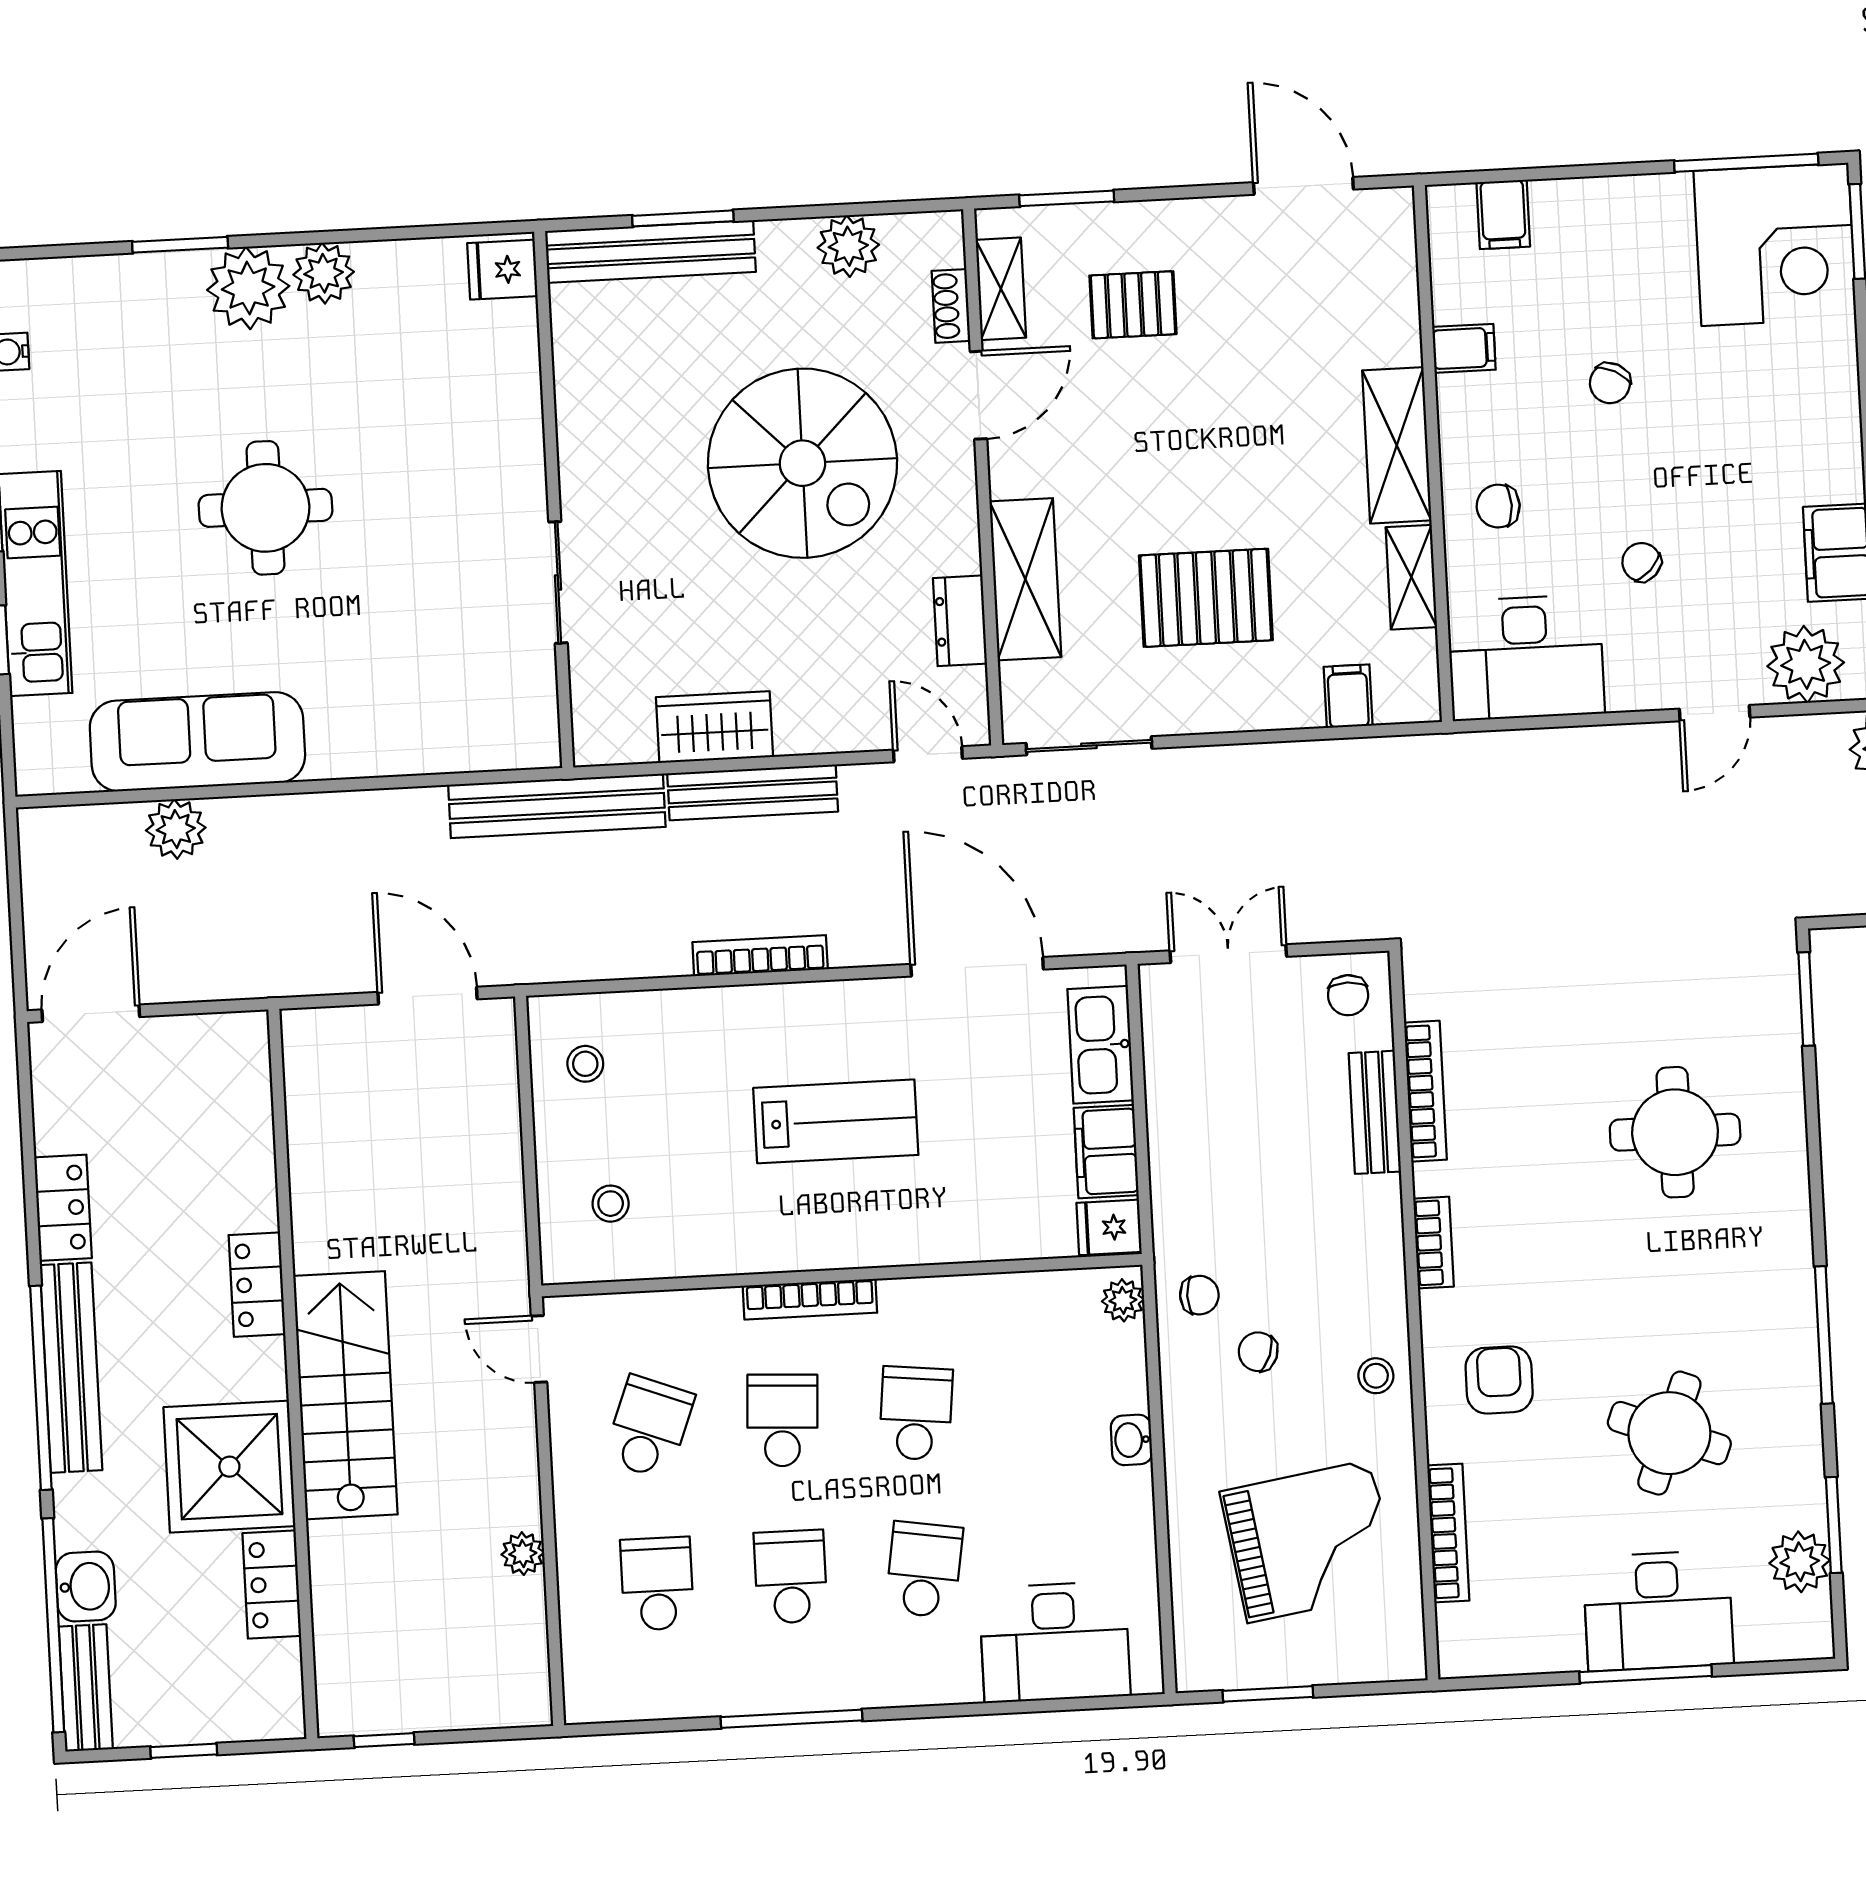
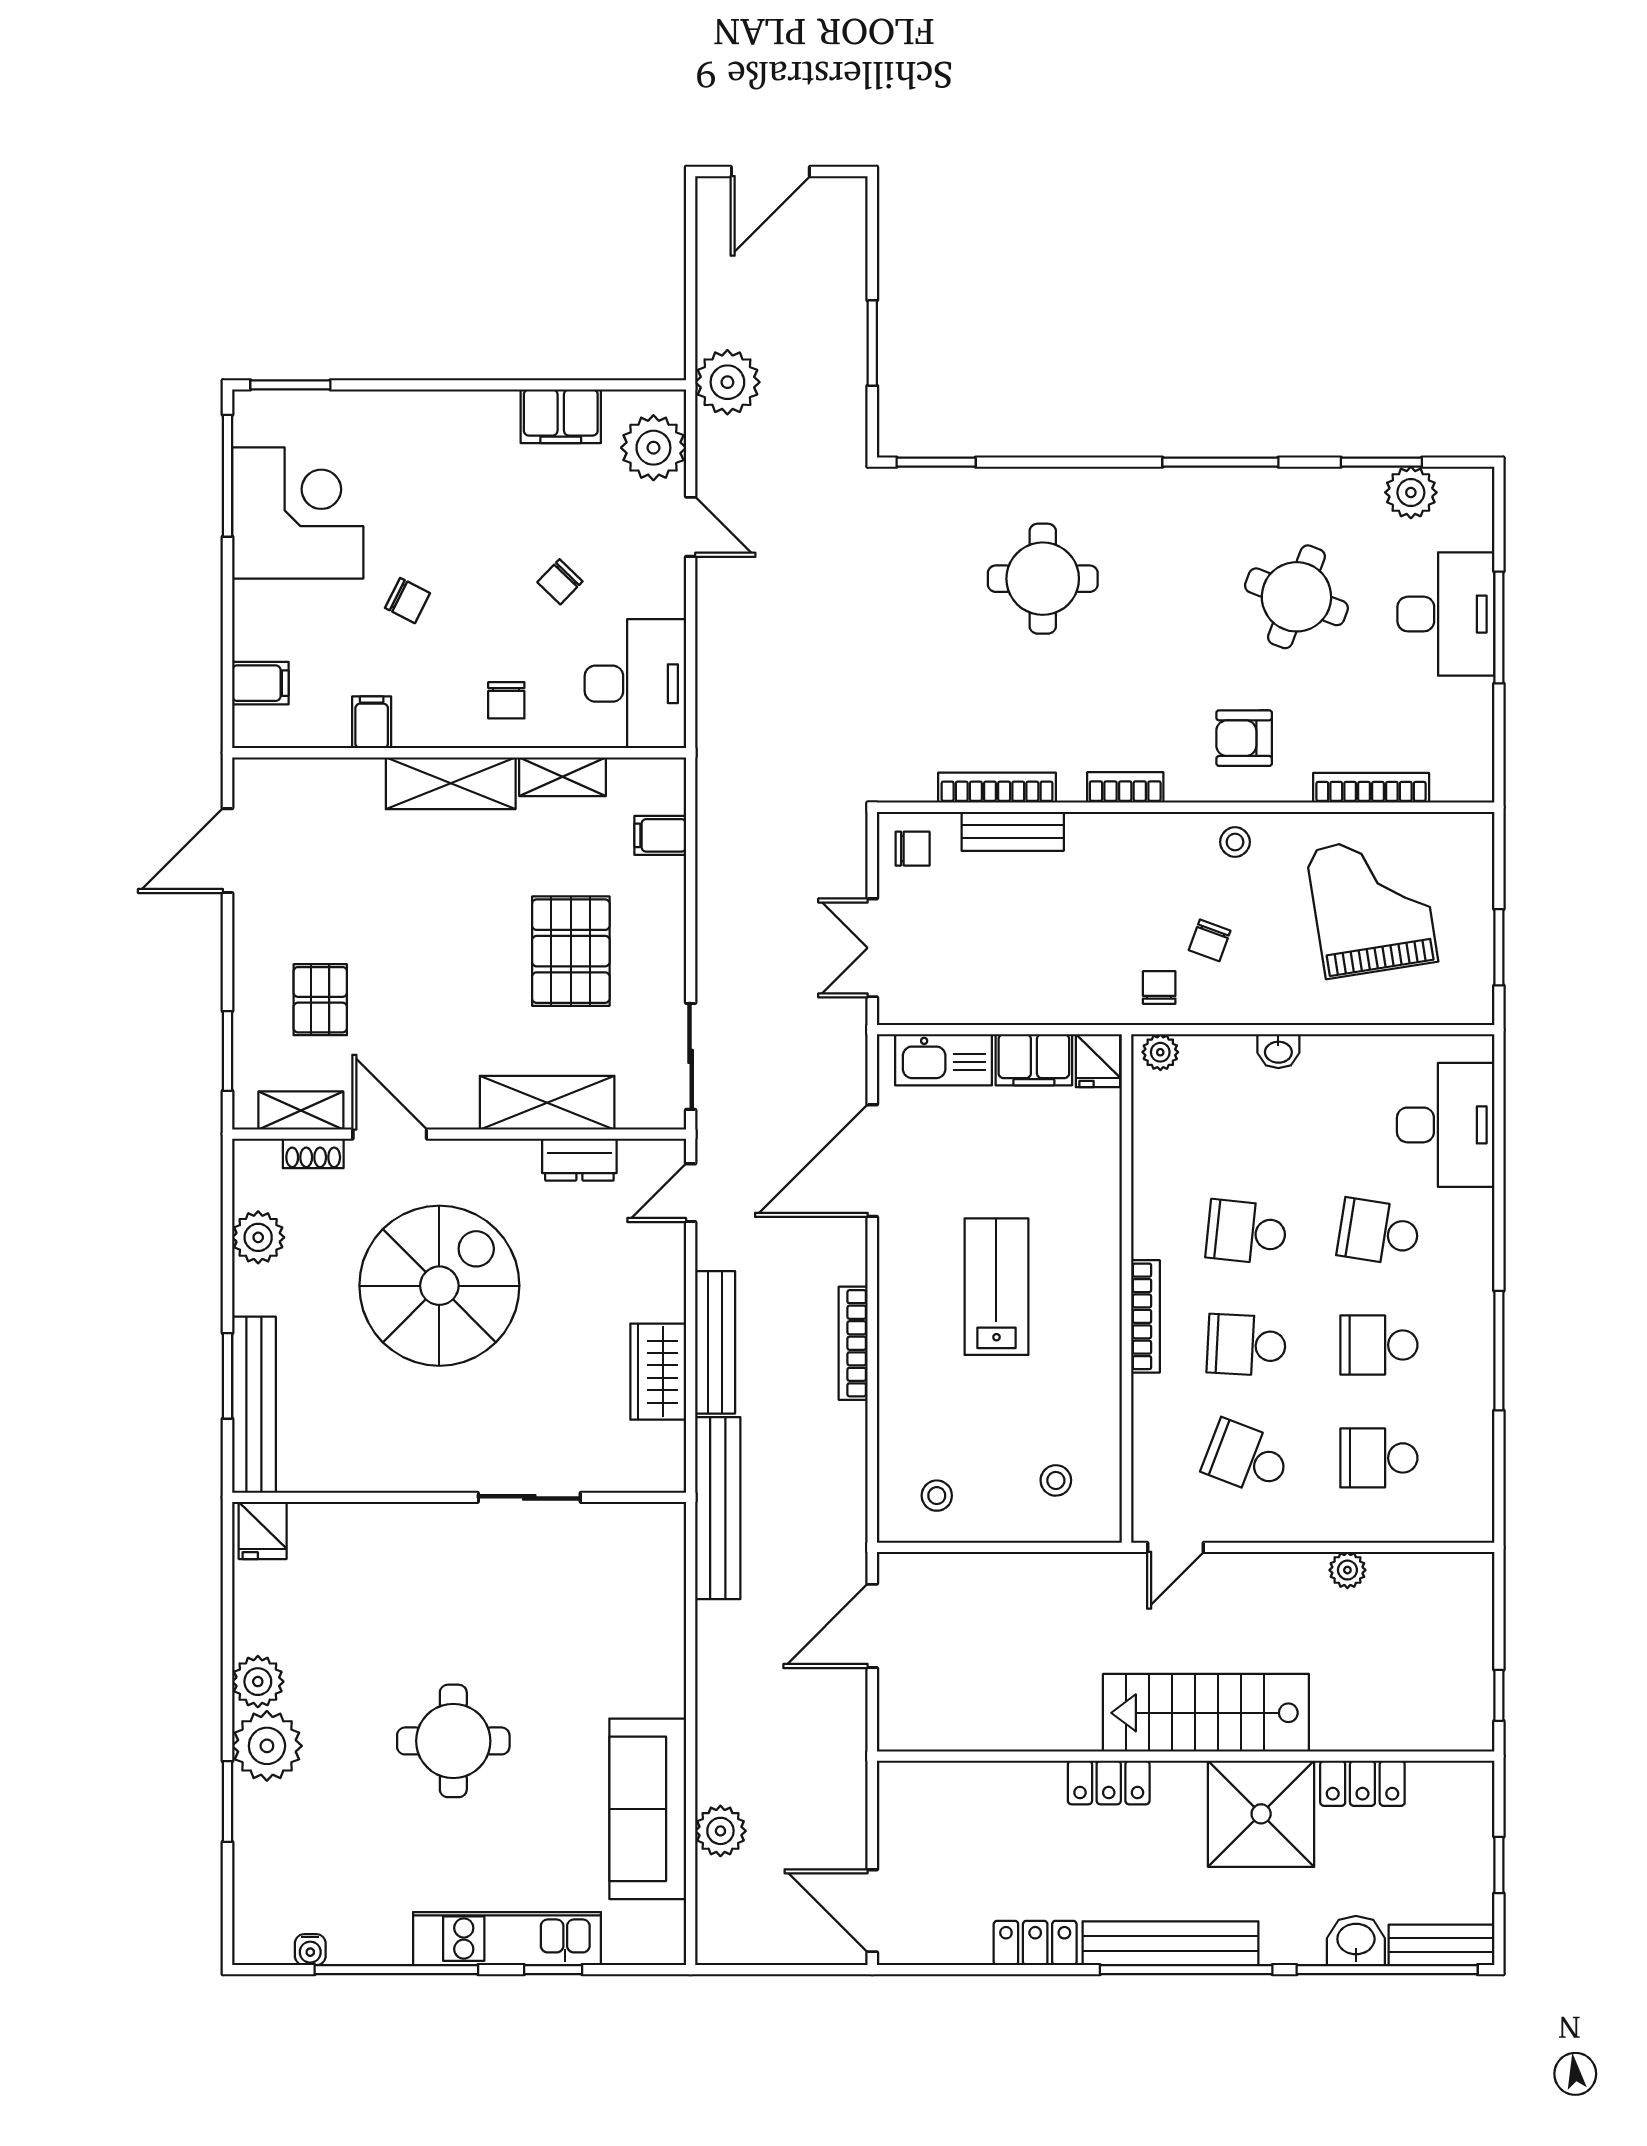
corner desk: (1775, 244) -> (298, 513), moved

